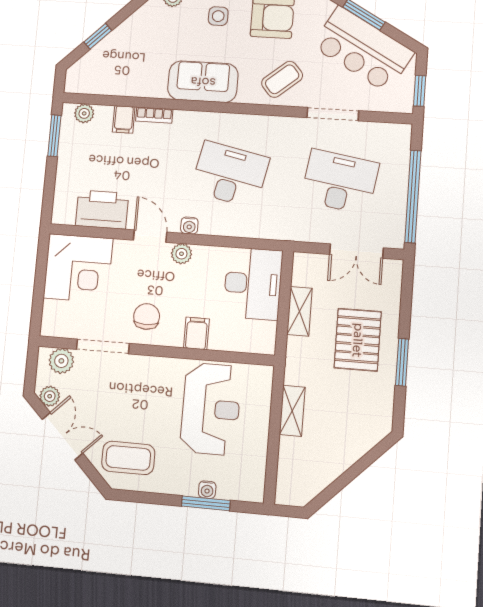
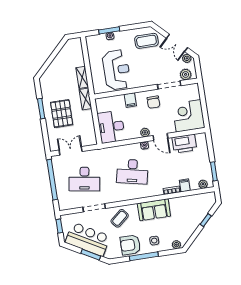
shelving: (300, 311) -> (86, 99), moved
reception desk: (211, 409) -> (117, 70), turned 180

